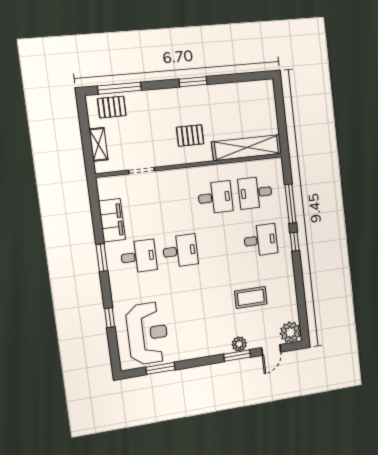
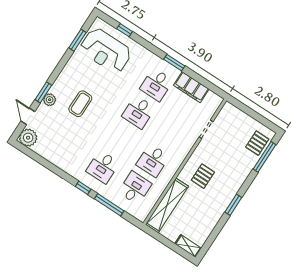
shelving: (99, 144) -> (188, 246), moved
coffee table: (251, 297) -> (80, 104), moved
window: (110, 318) -> (125, 30), moved

